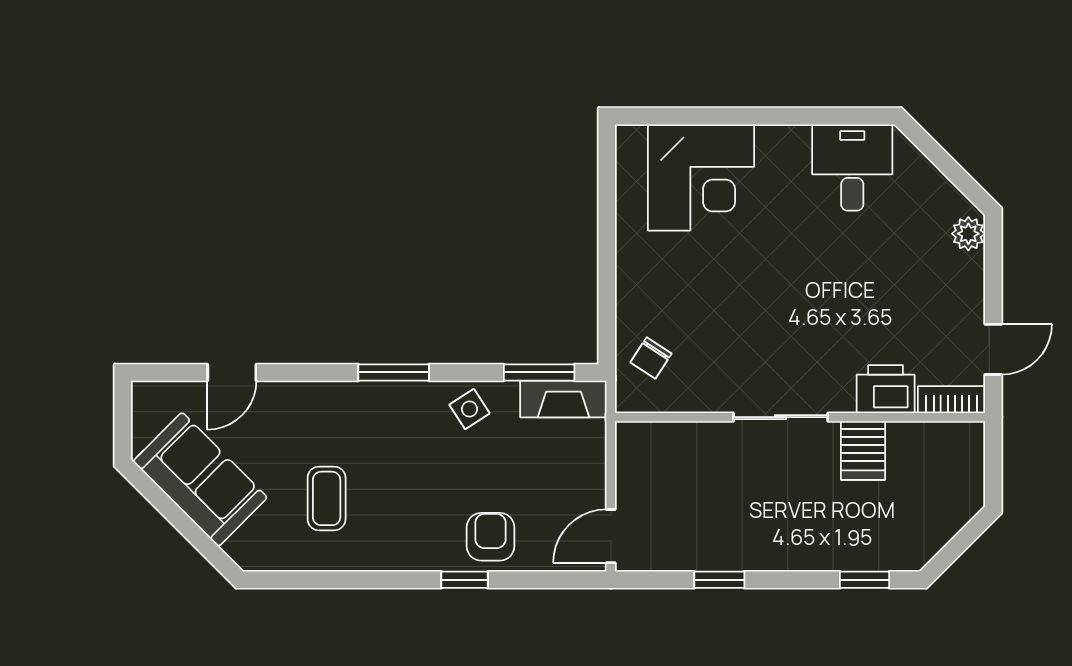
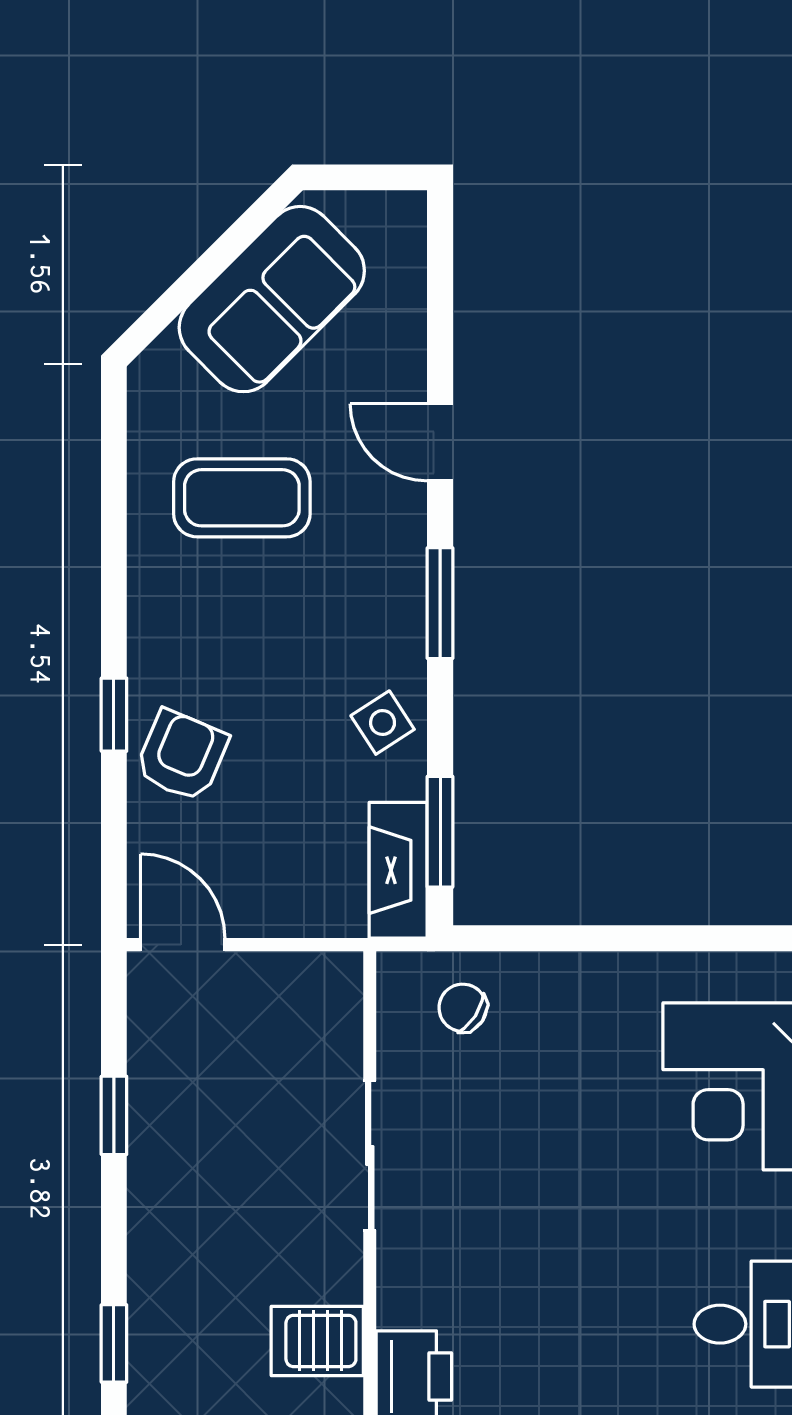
door: (232, 372) -> (440, 442), moved
sliding door: (781, 417) -> (370, 1155), moved
coffee table: (327, 498) -> (242, 498), width x1.36, depth x1.30
armchair: (491, 537) -> (182, 756), turned -67

